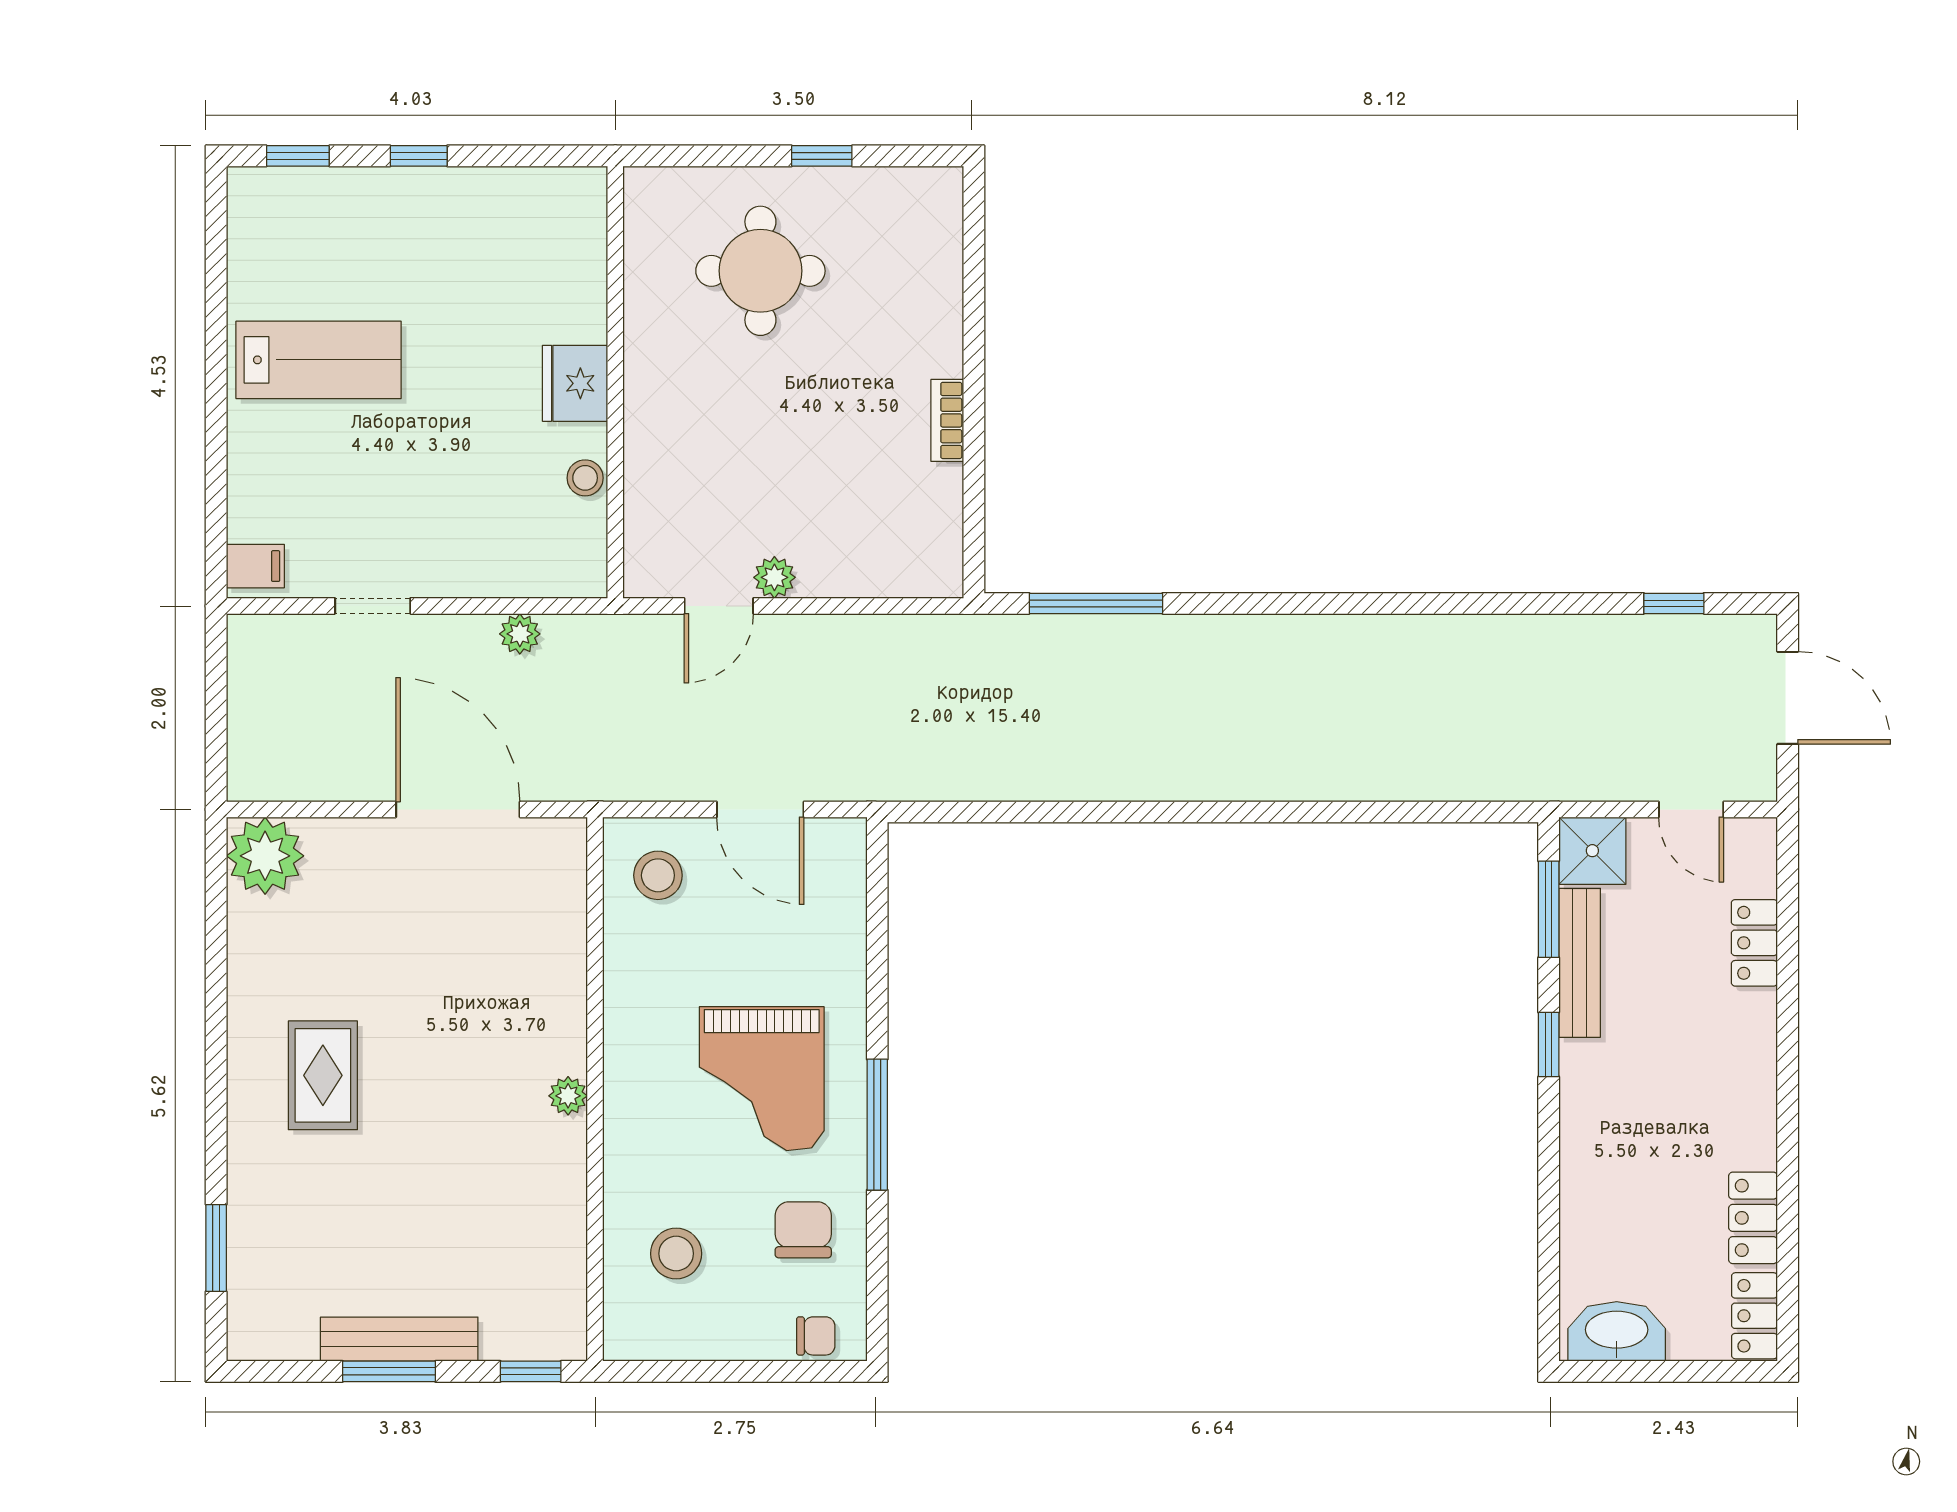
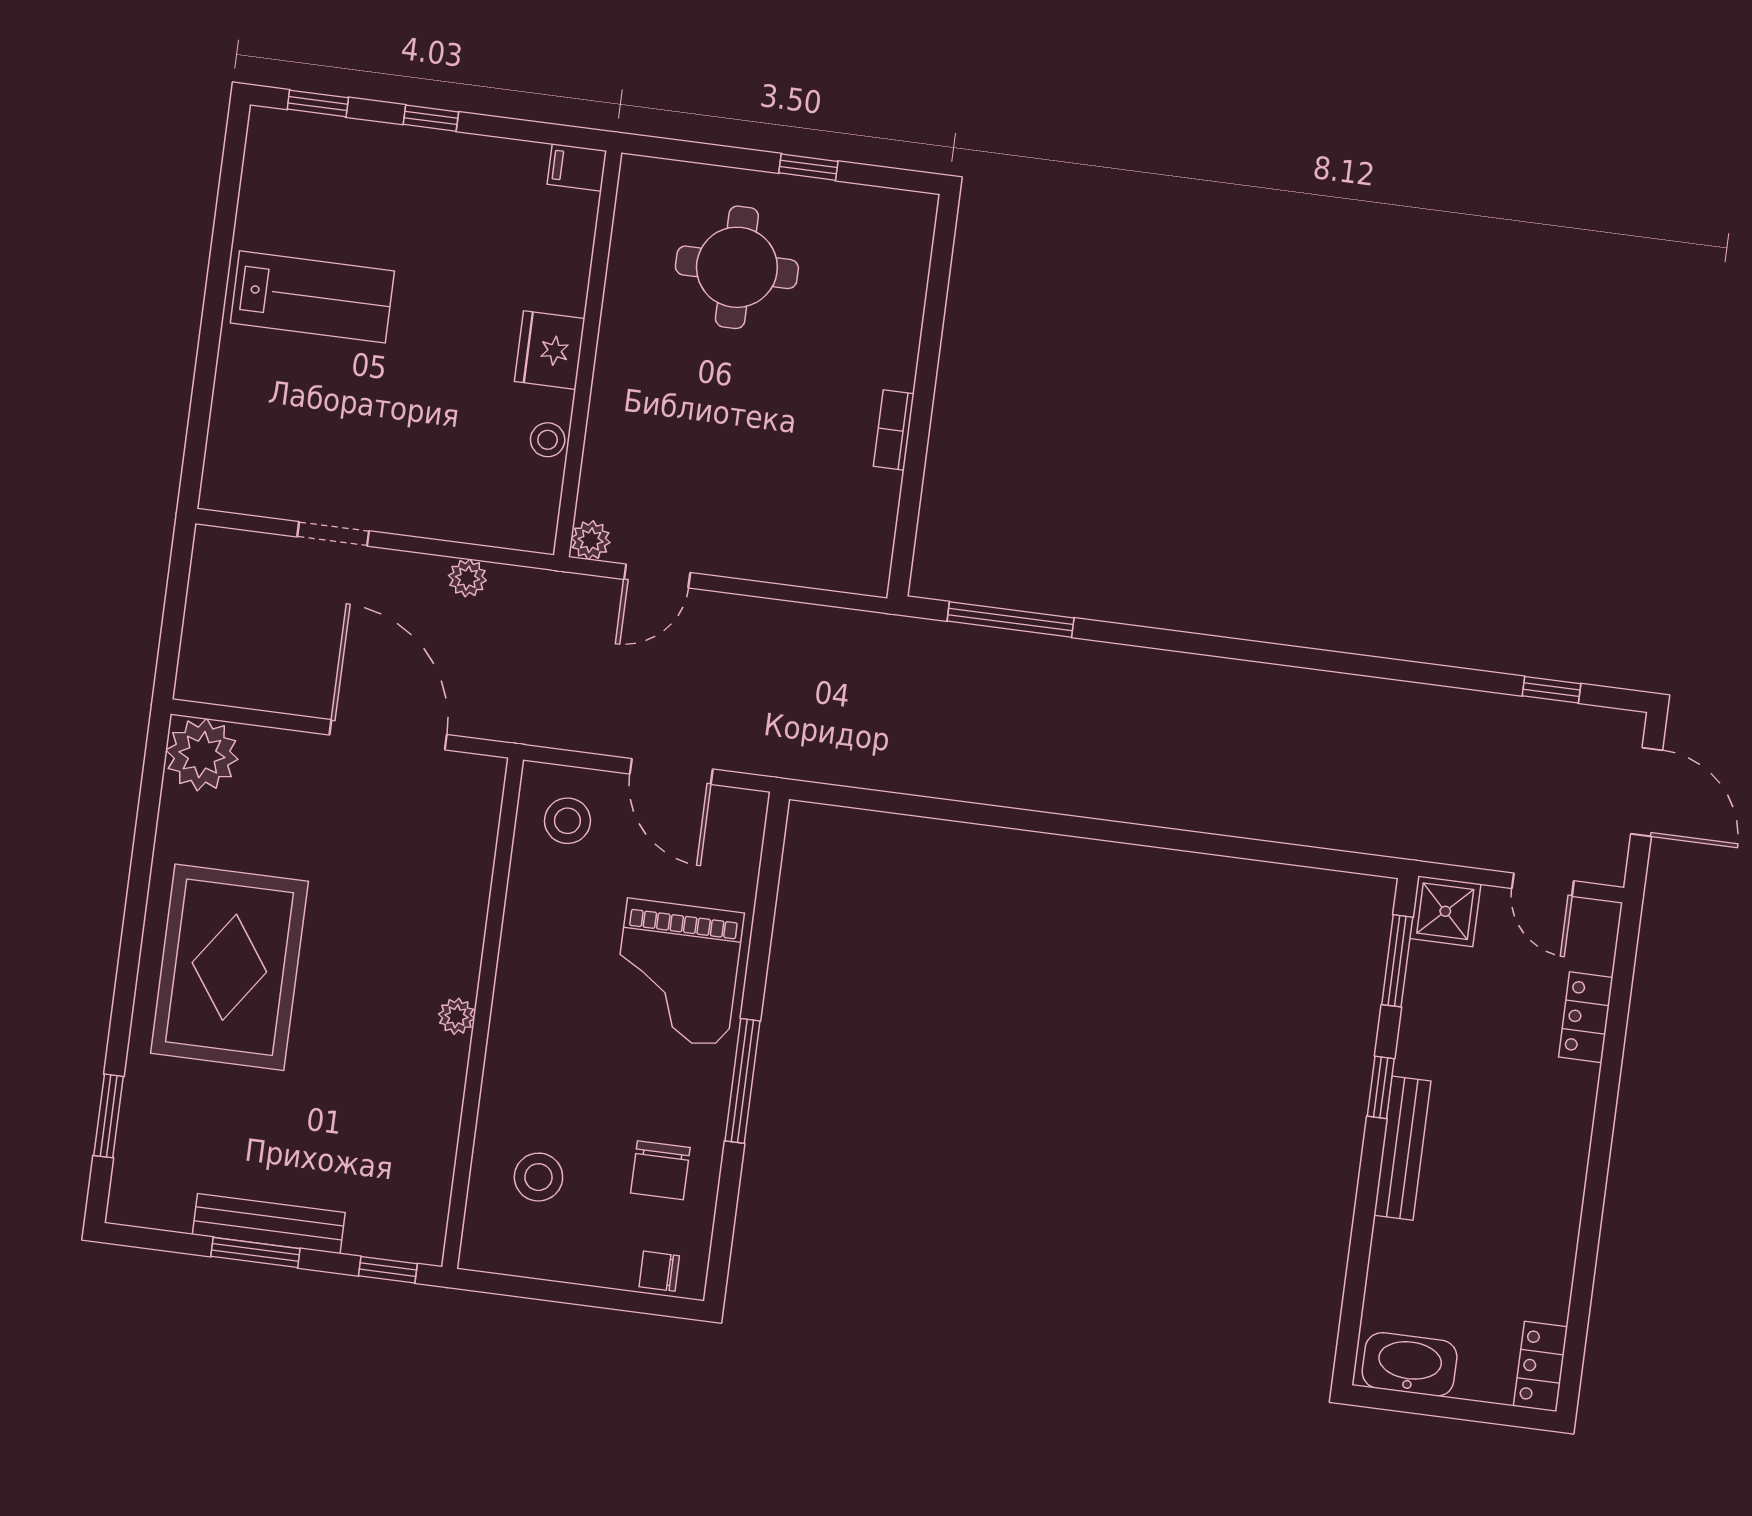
filing cabinet: (255, 566) -> (577, 167), moved, turned 180
plant: (774, 577) -> (591, 540), moved
bench: (1580, 963) -> (1402, 1148), moved
rug: (323, 1075) -> (229, 967), width x1.86, depth x2.06
grand piano: (762, 1079) -> (677, 973), moved
locker: (1753, 1218) -> (1551, 1275), removed
chair: (803, 1230) -> (660, 1170), turned 180
chair: (816, 1336) -> (659, 1271), turned 180

